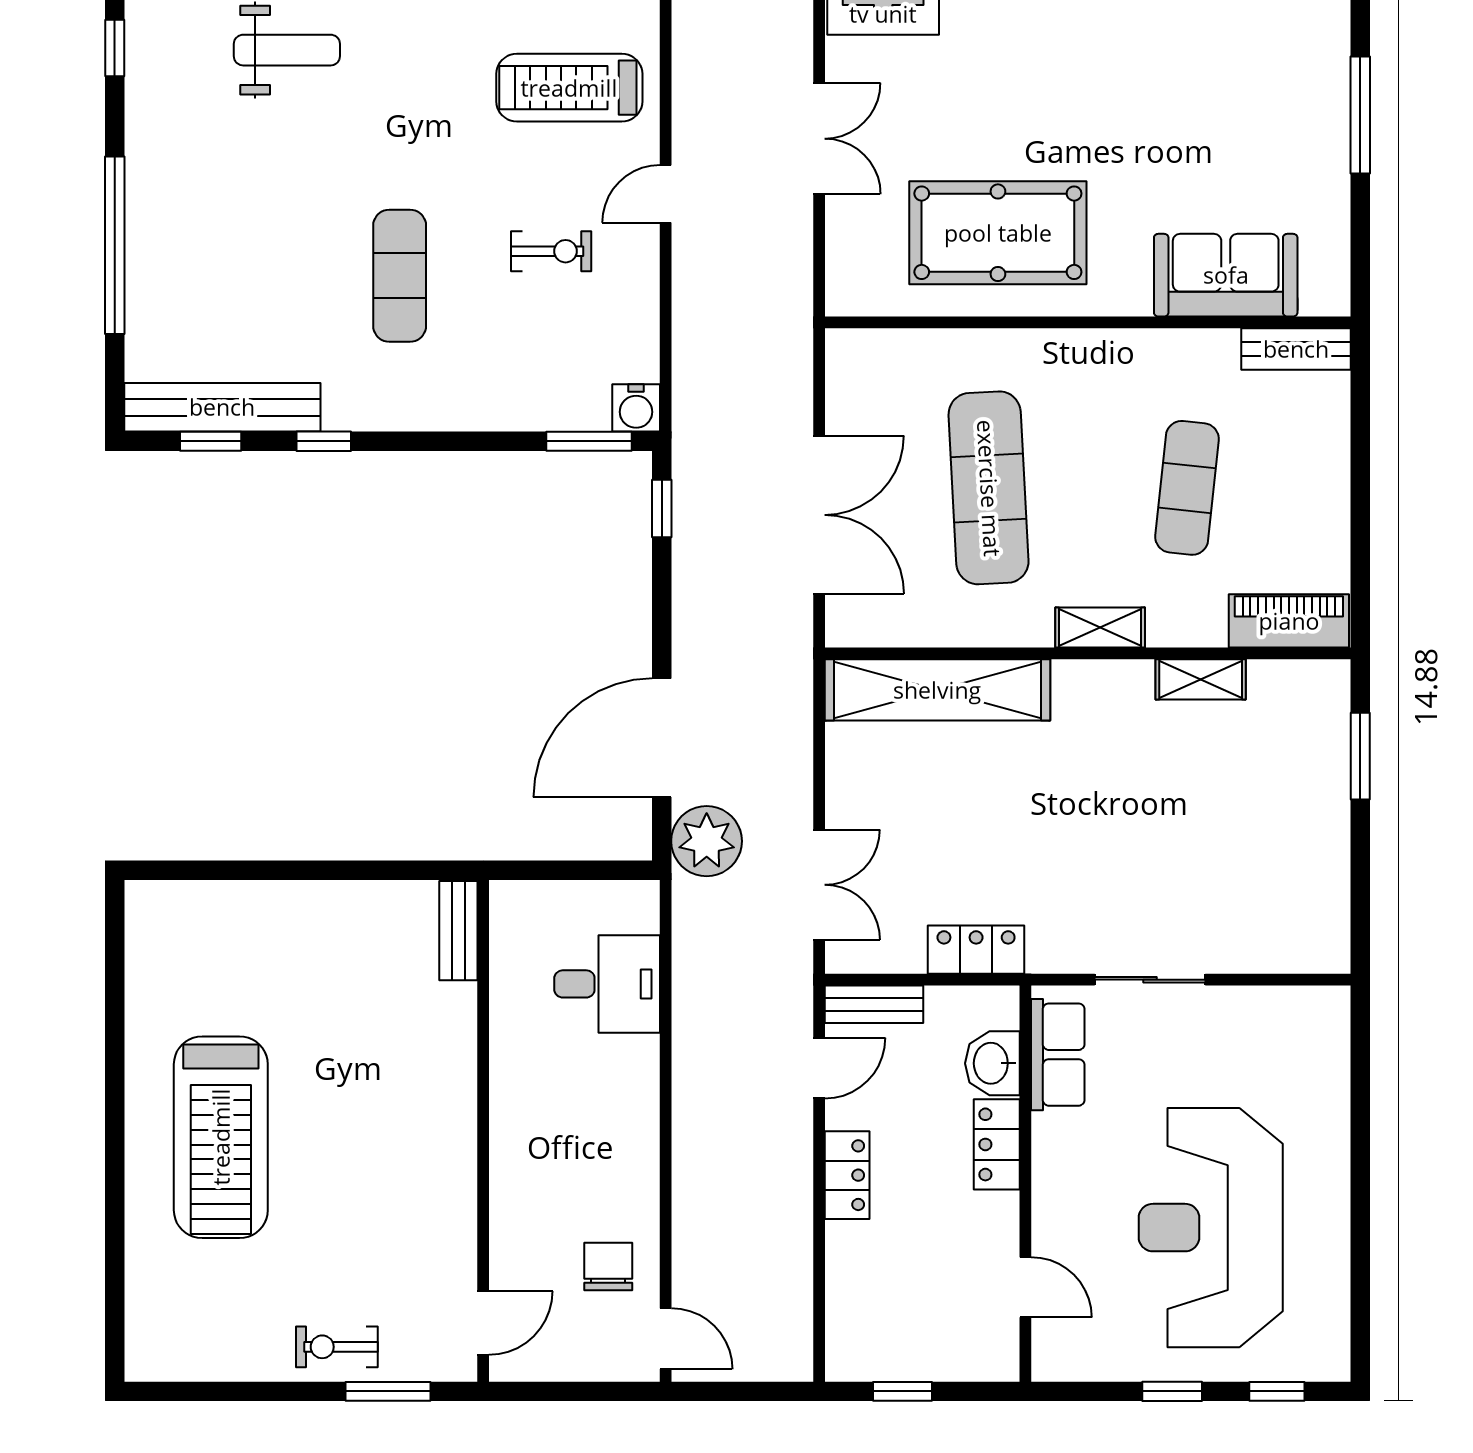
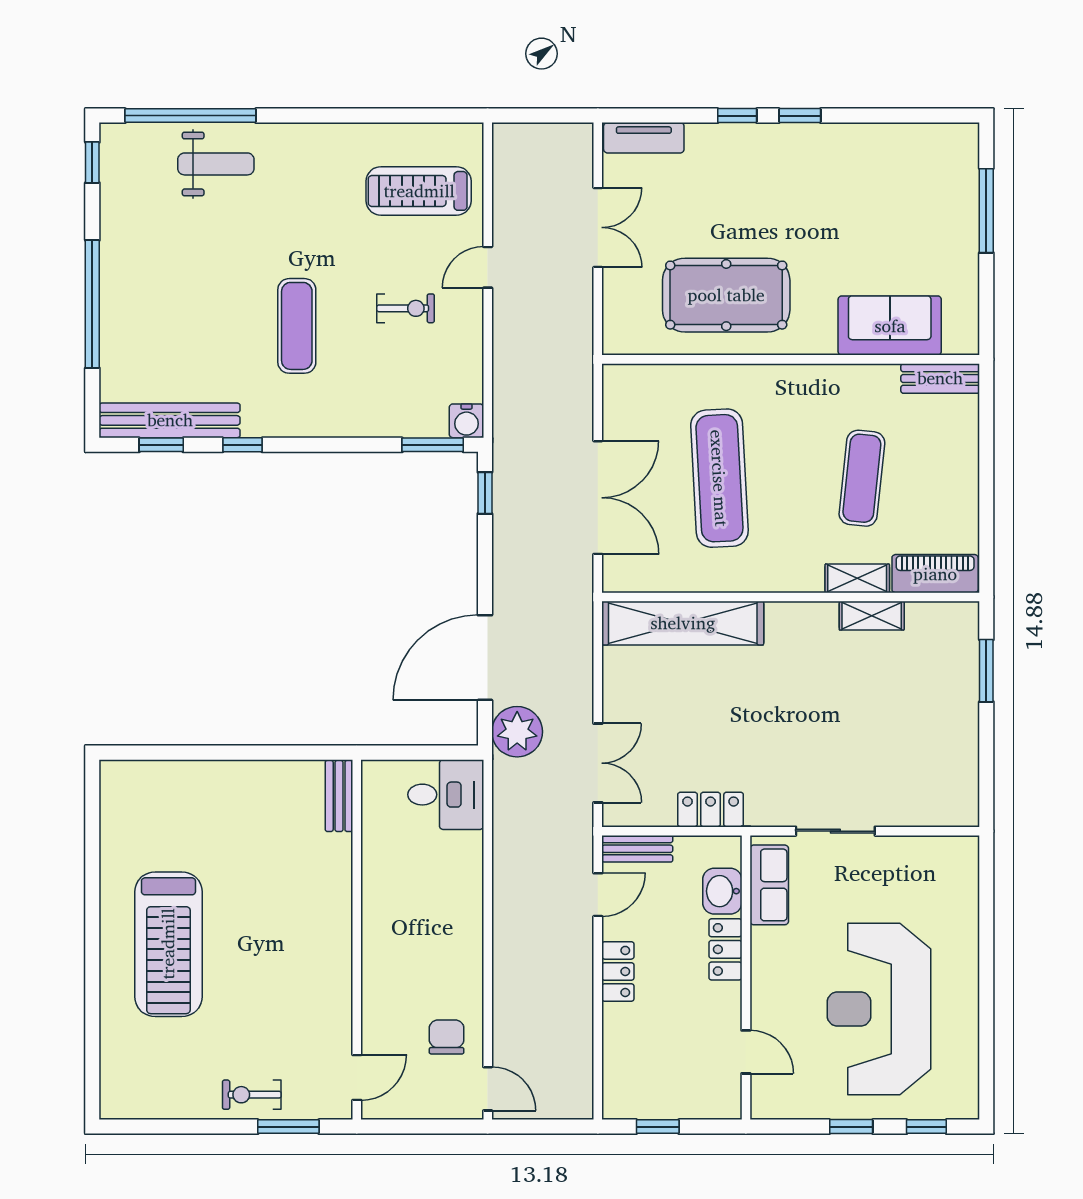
shelving: (1100, 628) -> (857, 578), moved
desk: (607, 984) -> (446, 795), moved

